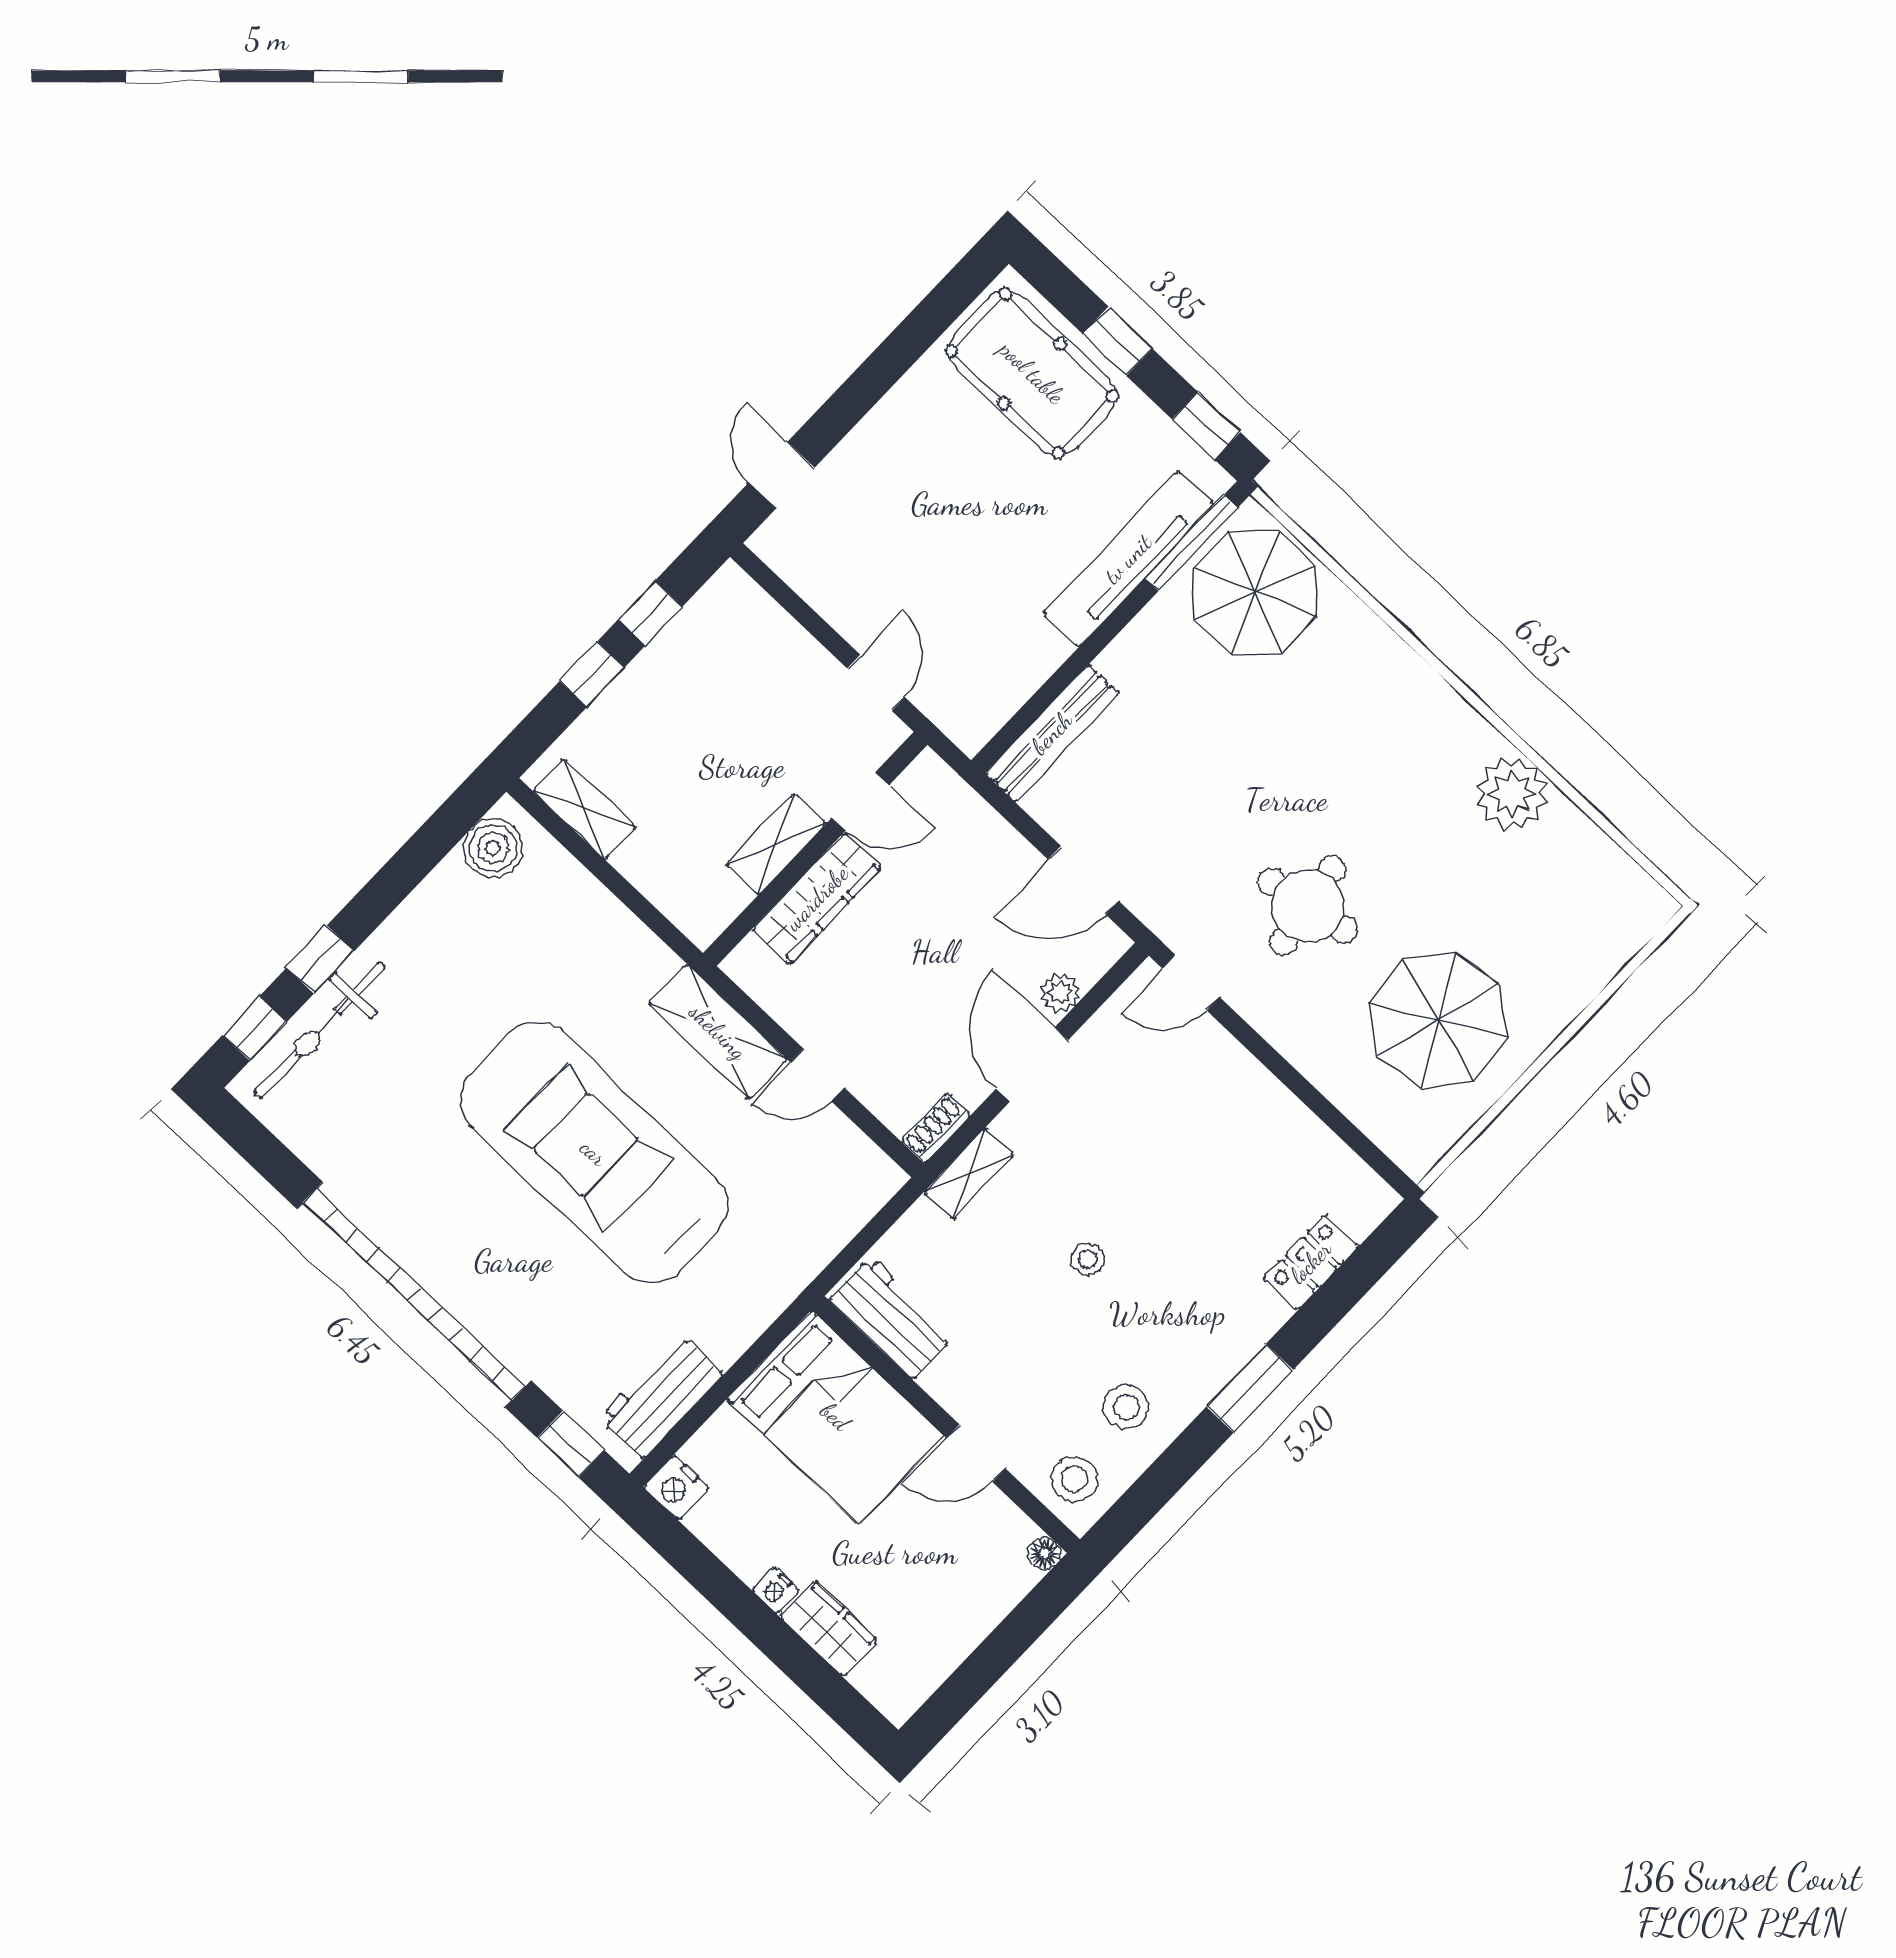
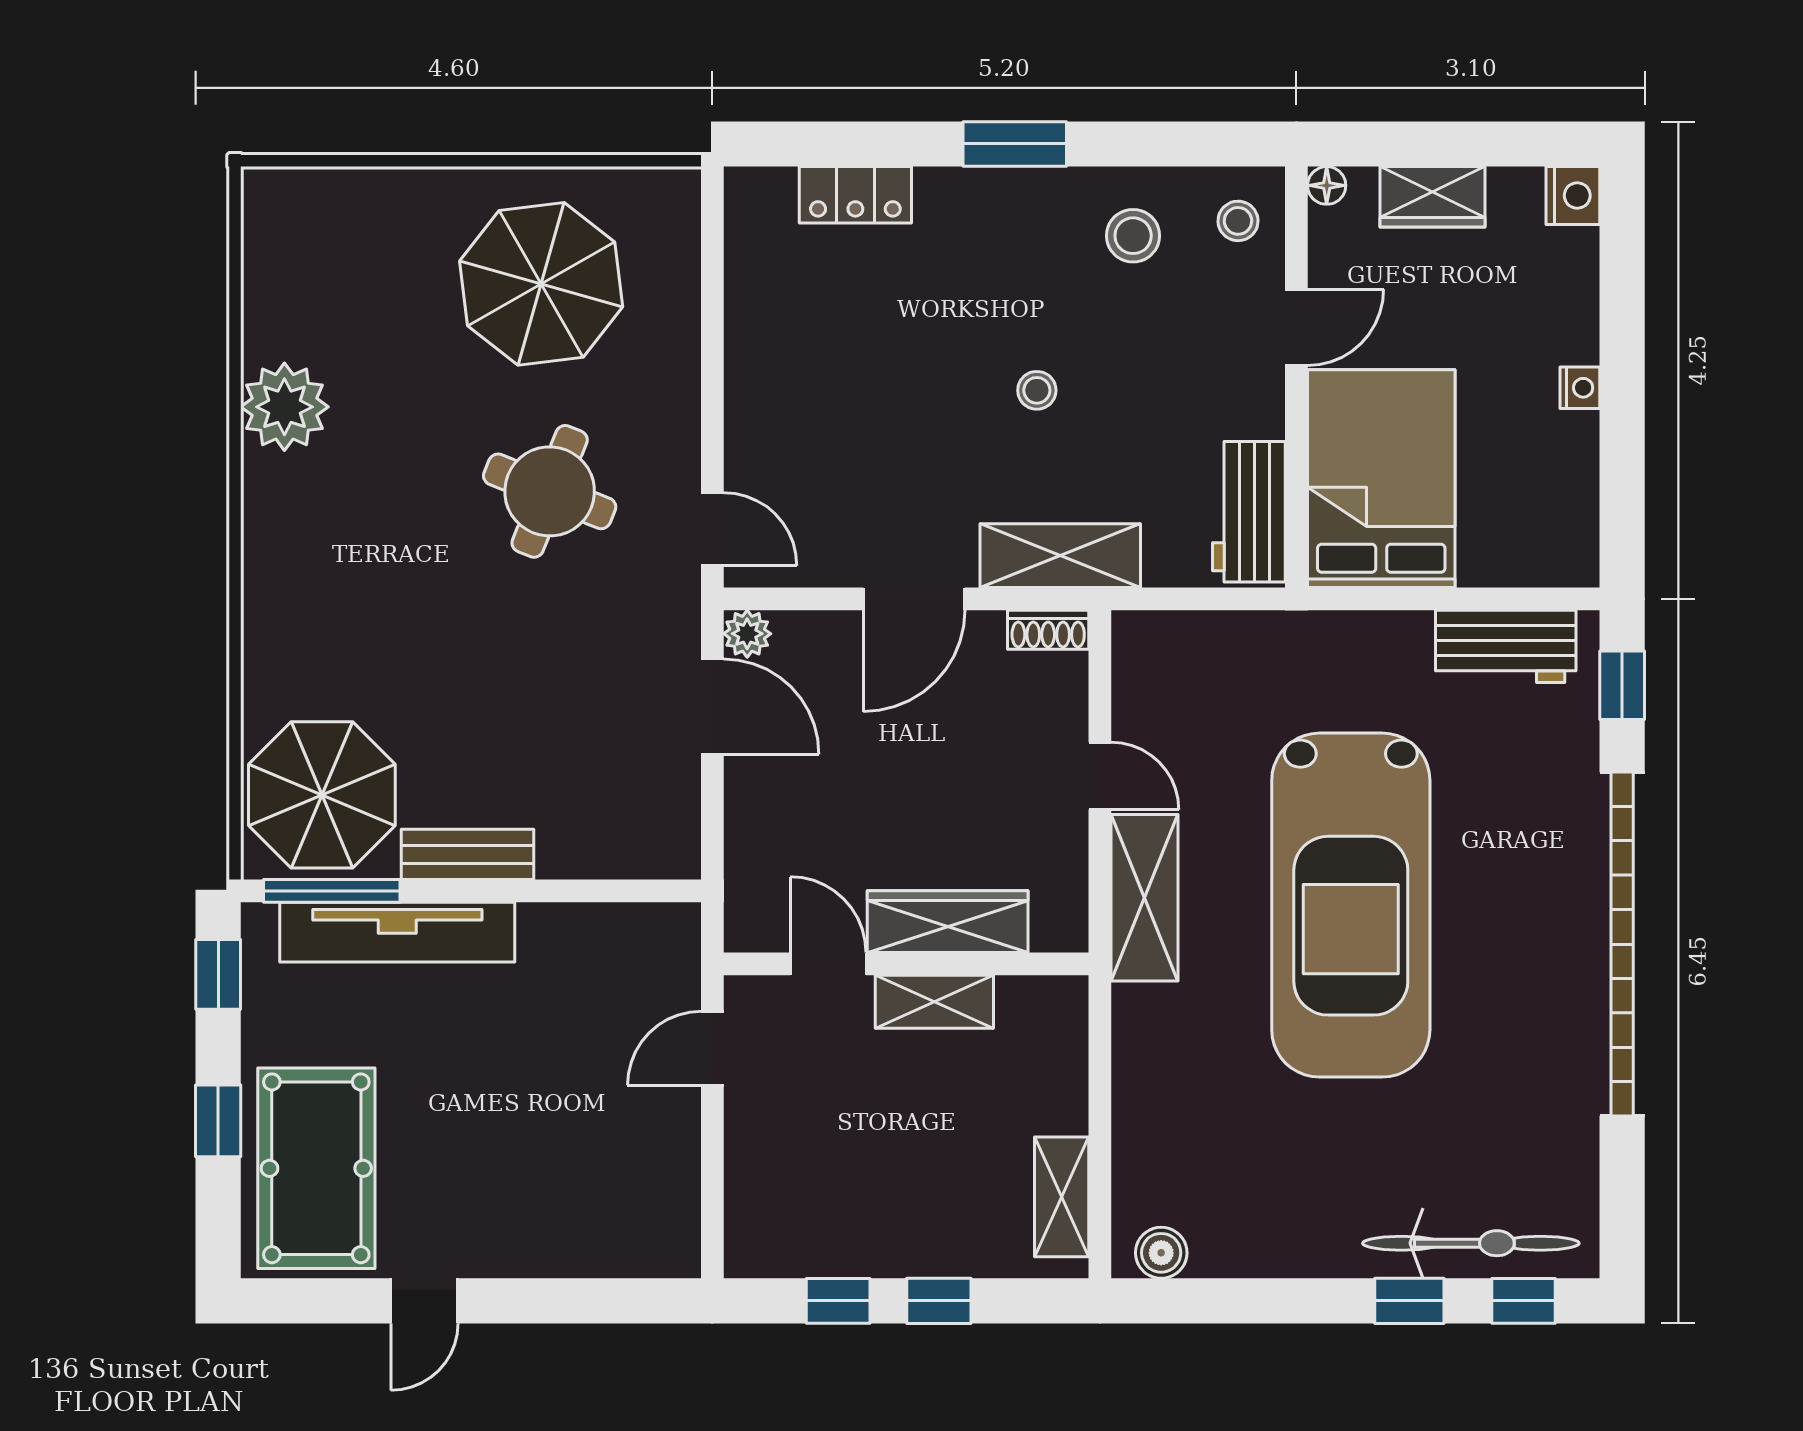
door: (782, 475) -> (424, 1301), moved
bench: (1052, 733) -> (467, 854), moved, width x0.73
boiler: (493, 848) -> (1161, 1253), width x0.73, depth x0.73
round table: (1308, 906) -> (550, 491), turned 32
plant: (1060, 993) -> (747, 634), moved
shelving: (969, 1173) -> (1060, 556), width x1.50, depth x1.33
door: (976, 1453) -> (1296, 327), hinge flipped
stool: (1074, 1479) -> (1238, 221), width x0.73, depth x0.73
nightstand: (676, 1487) -> (1573, 196), moved
wardrobe: (829, 1629) -> (1433, 197), moved, turned -90

